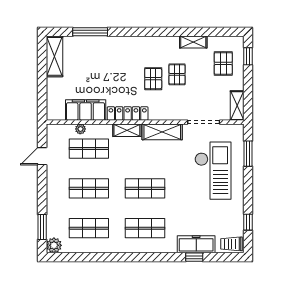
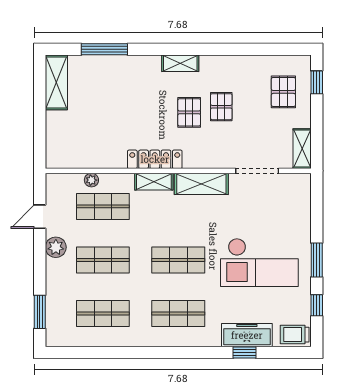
shelving: (193, 42) -> (180, 63), moved
filing cabinet: (86, 110) -> (98, 155), removed
window: (248, 154) -> (317, 260), moved
checkout: (213, 171) -> (259, 262), moved, turned 90
plant: (54, 245) -> (56, 247), moved

